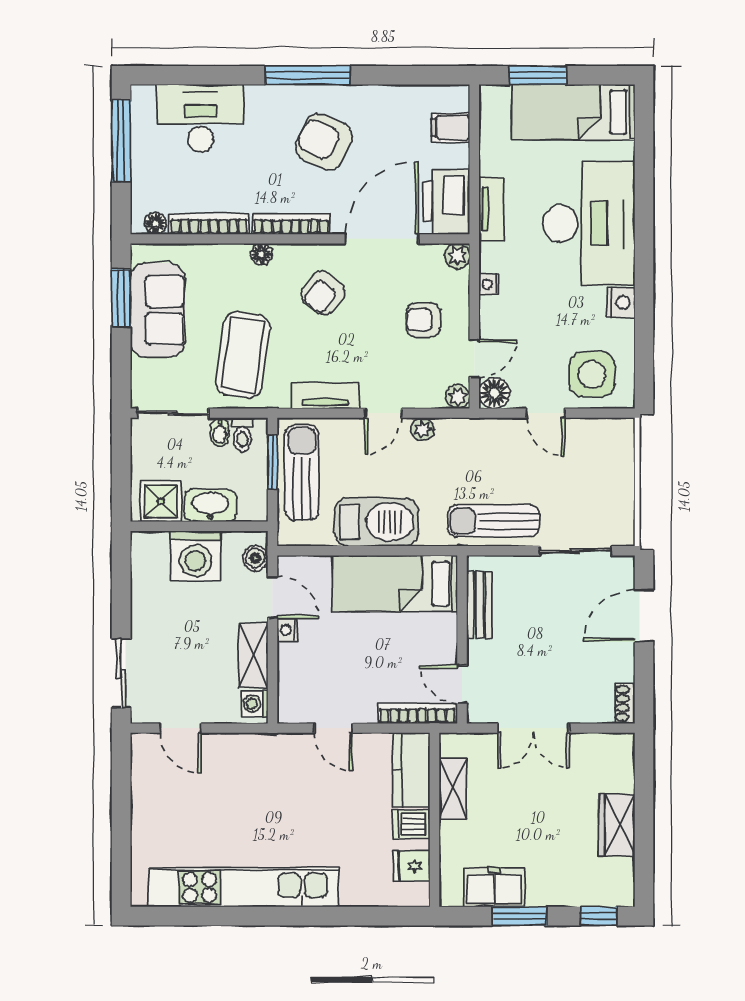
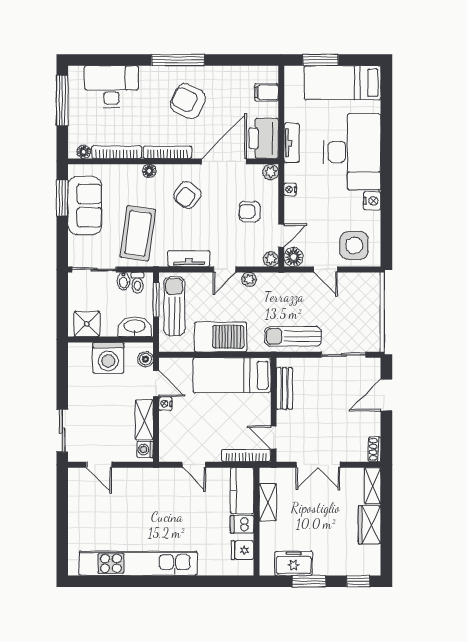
washbasin: (210, 505) -> (135, 327), moved
shelving: (622, 762) -> (373, 486), added

